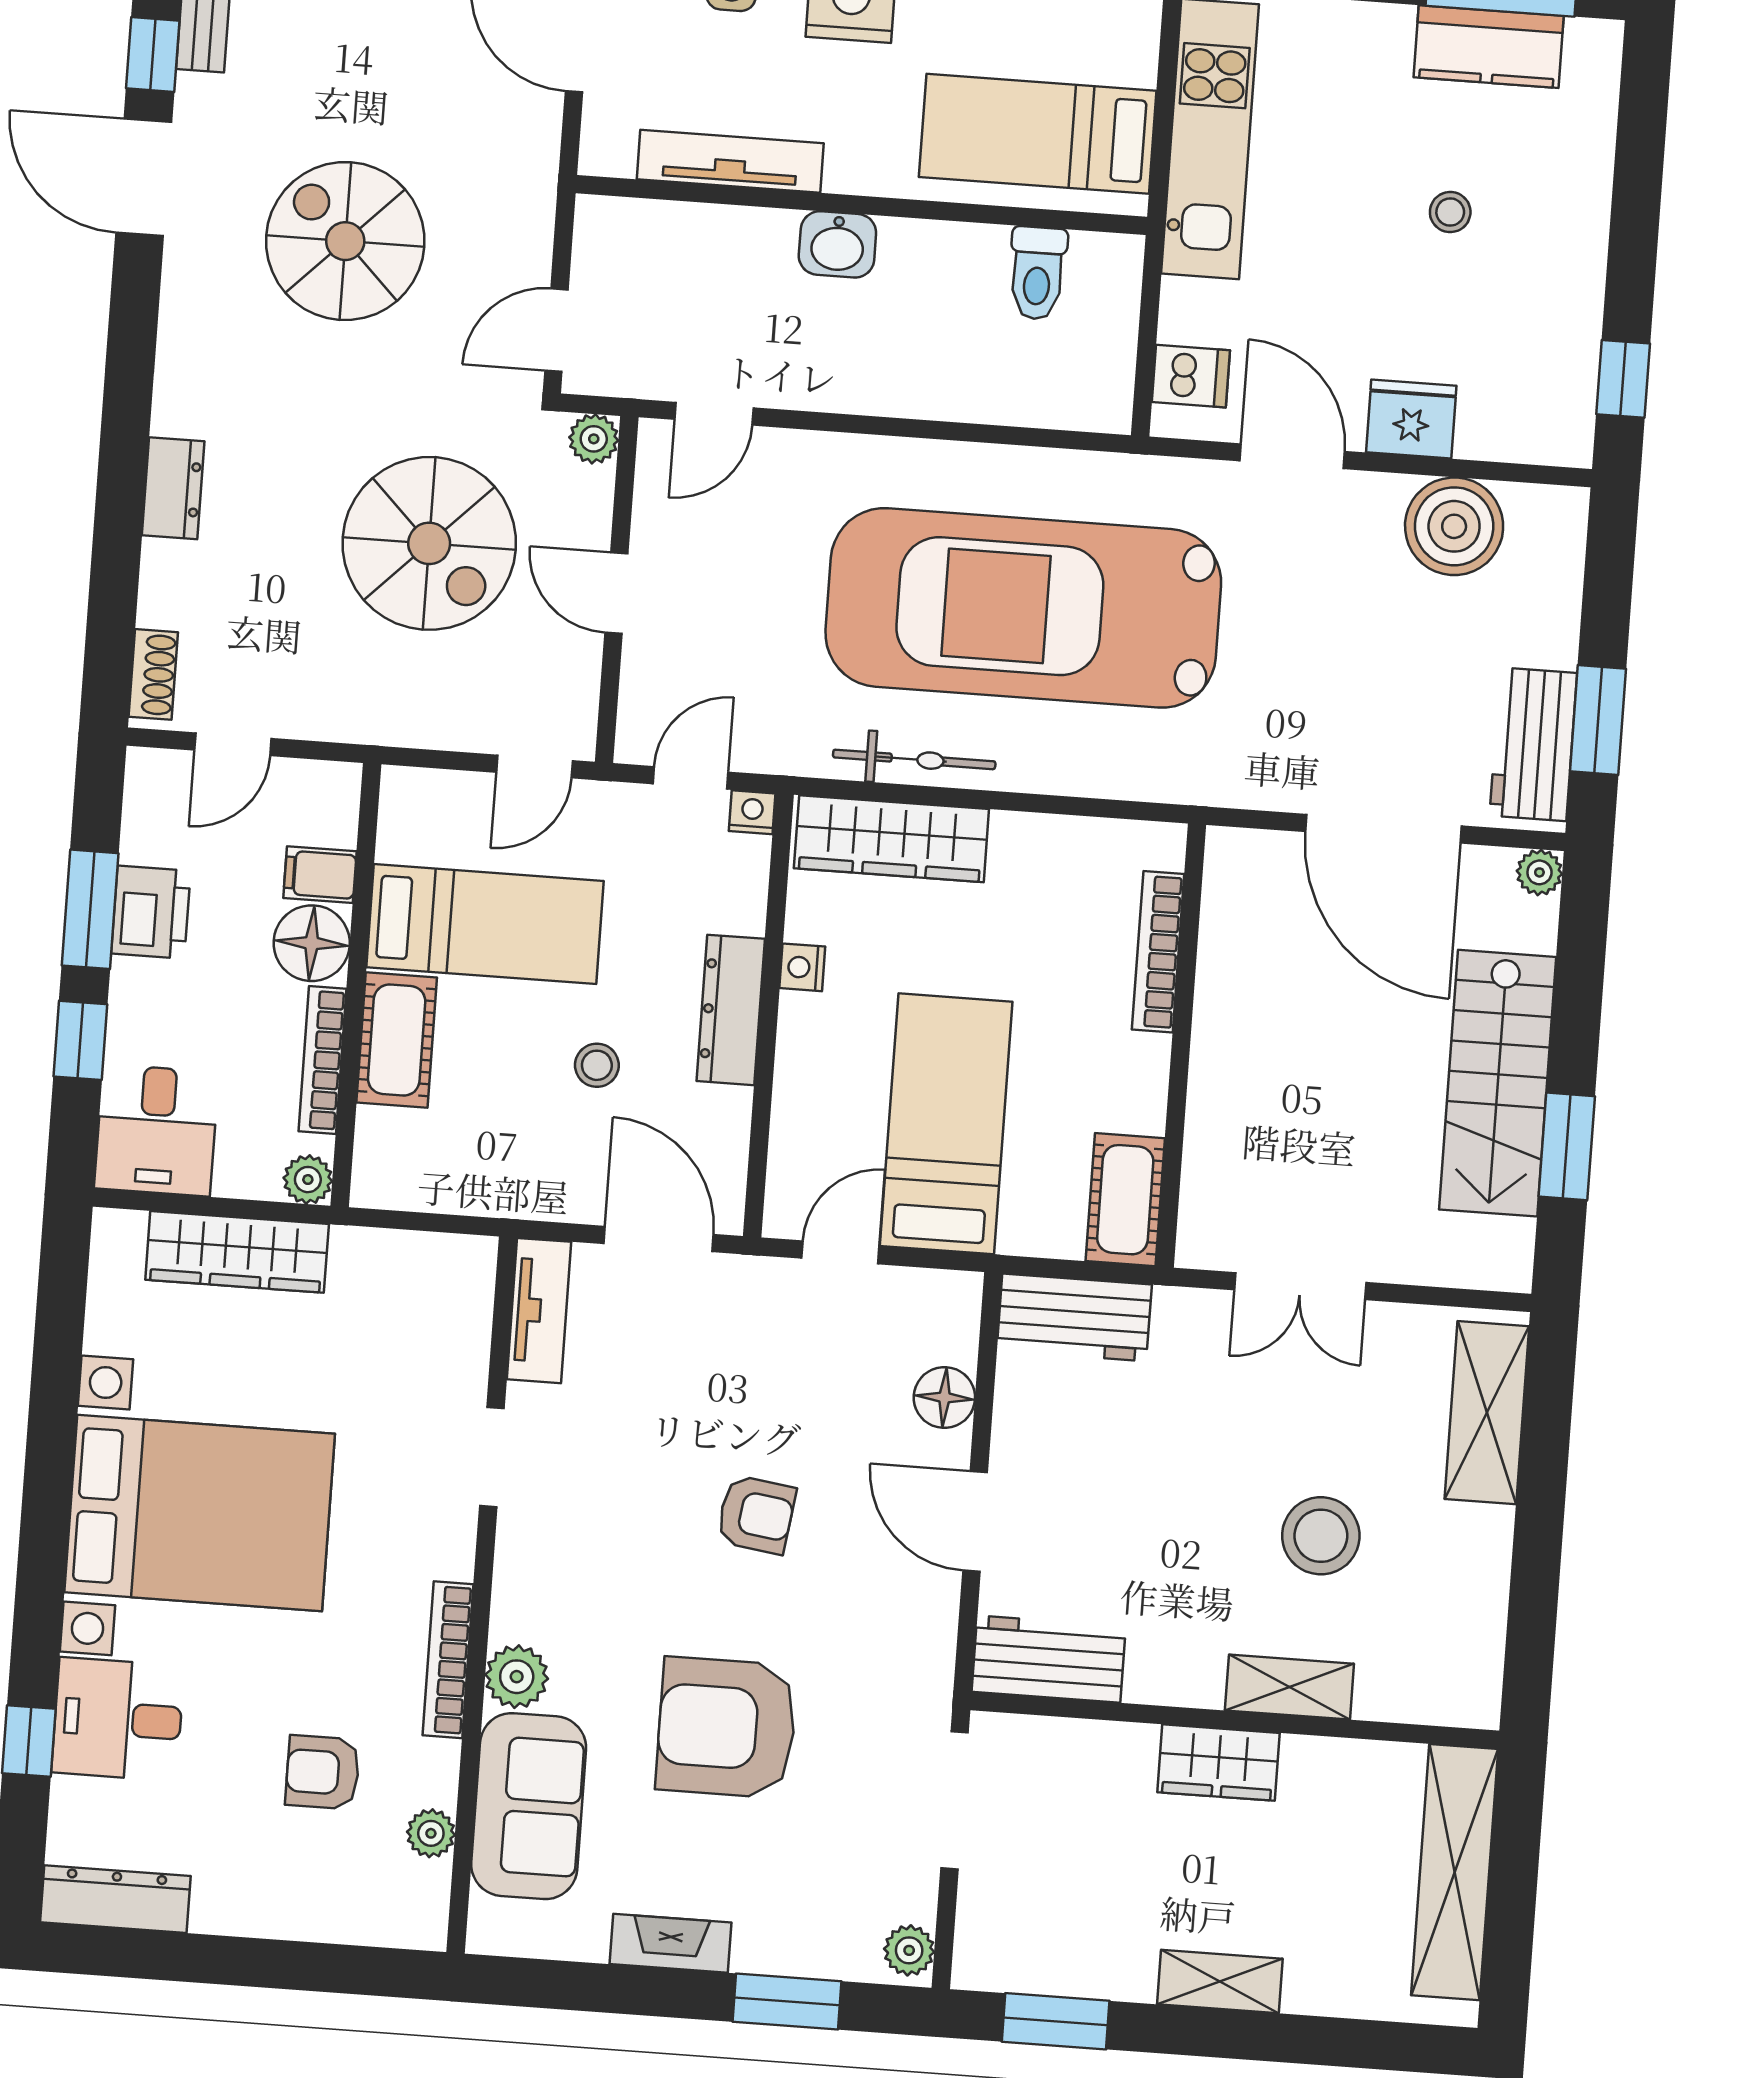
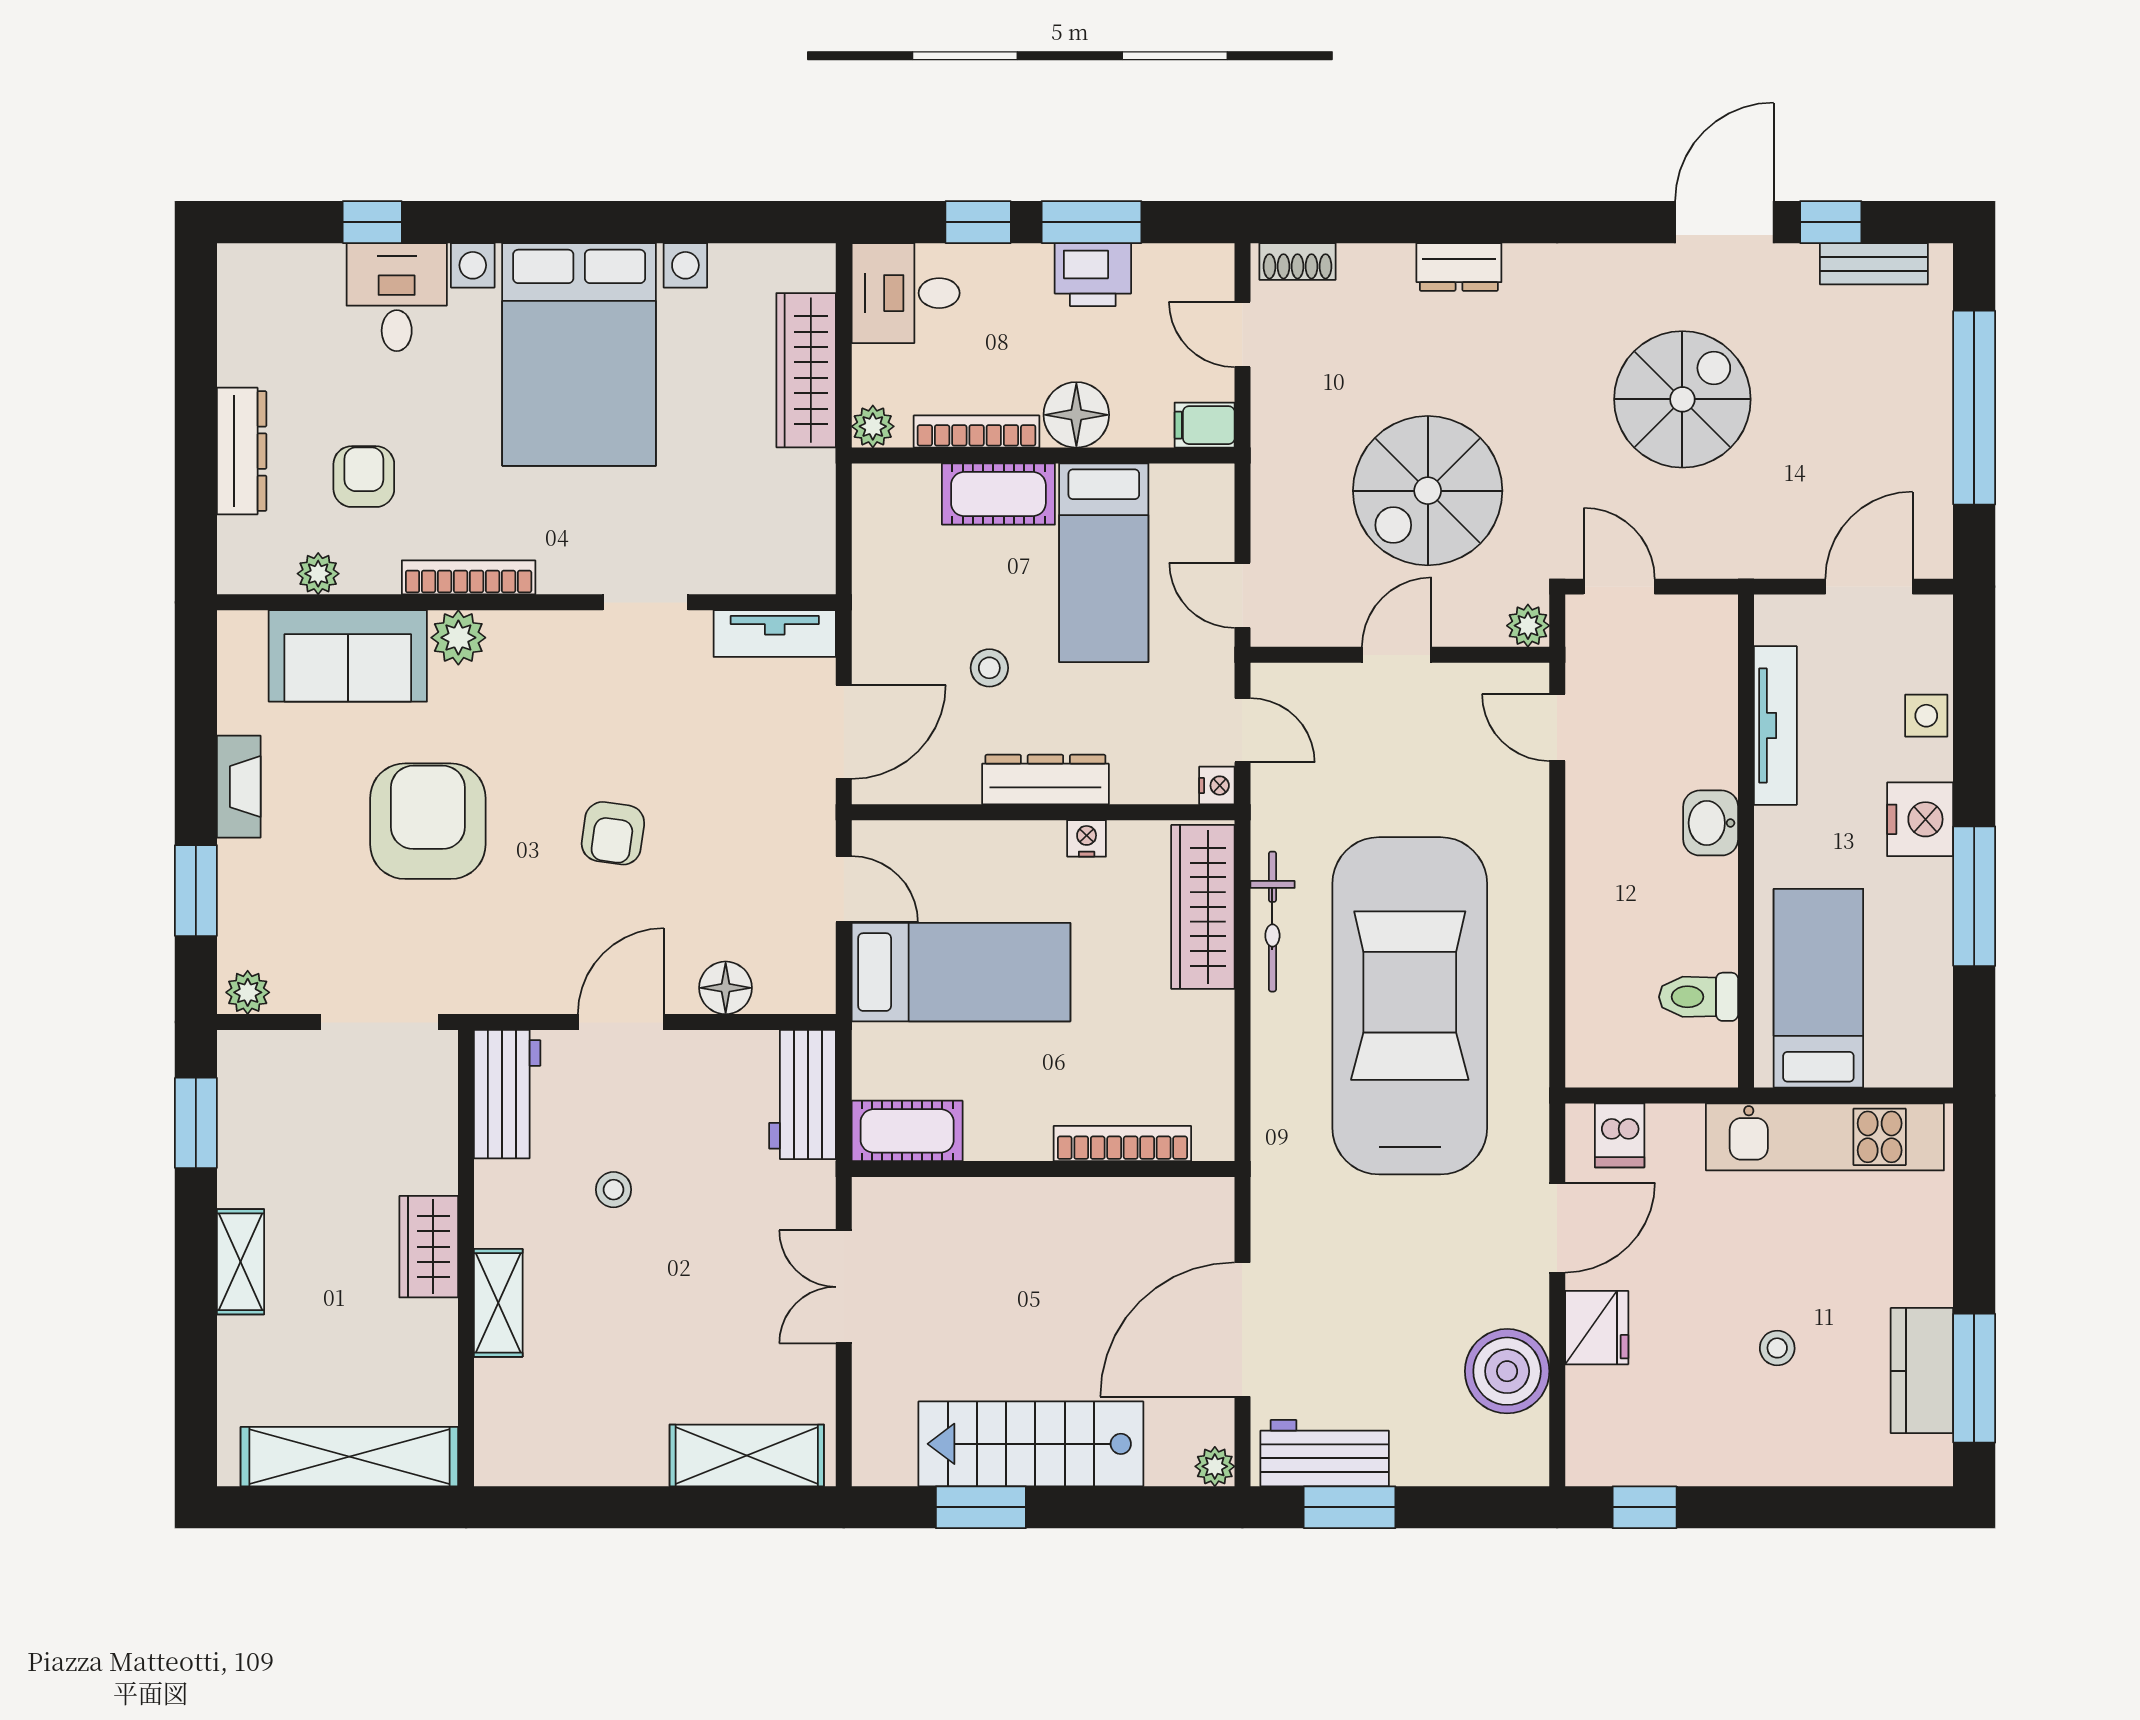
filing cabinet: (320, 875) -> (1205, 425), moved, turned -90
stool: (1321, 1536) -> (614, 1190), moved, width x0.53, depth x0.53
dresser: (115, 1899) -> (242, 451), moved

